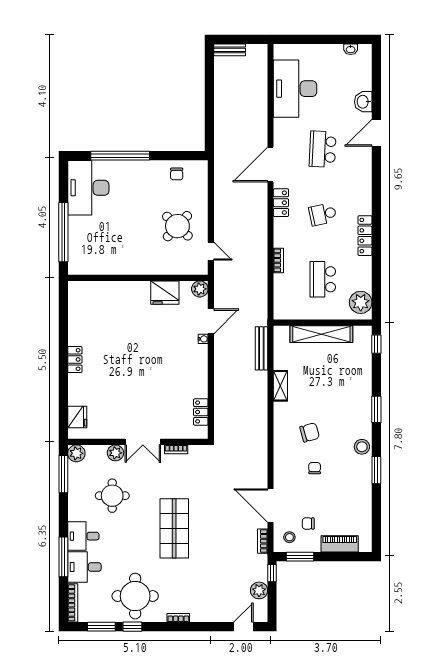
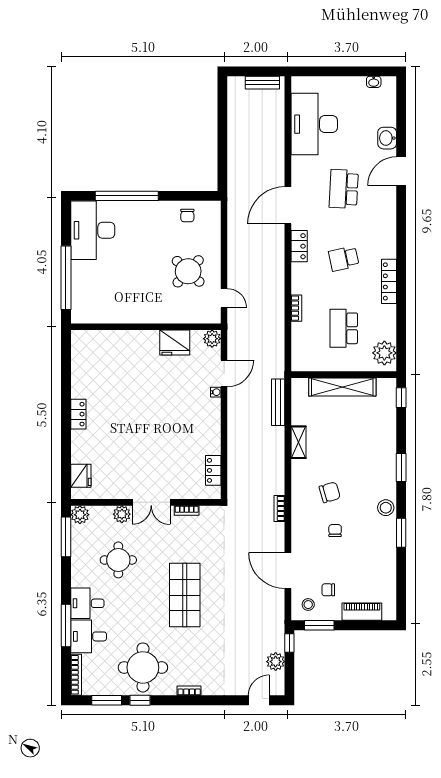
bench: (230, 50) -> (262, 83), moved
bookcase: (263, 541) -> (279, 508), moved

